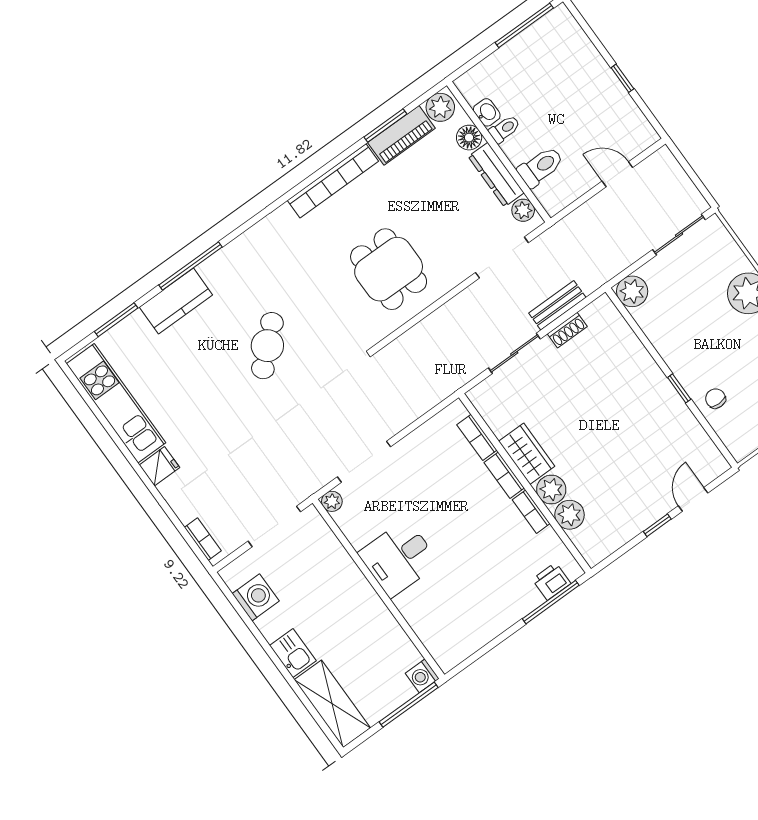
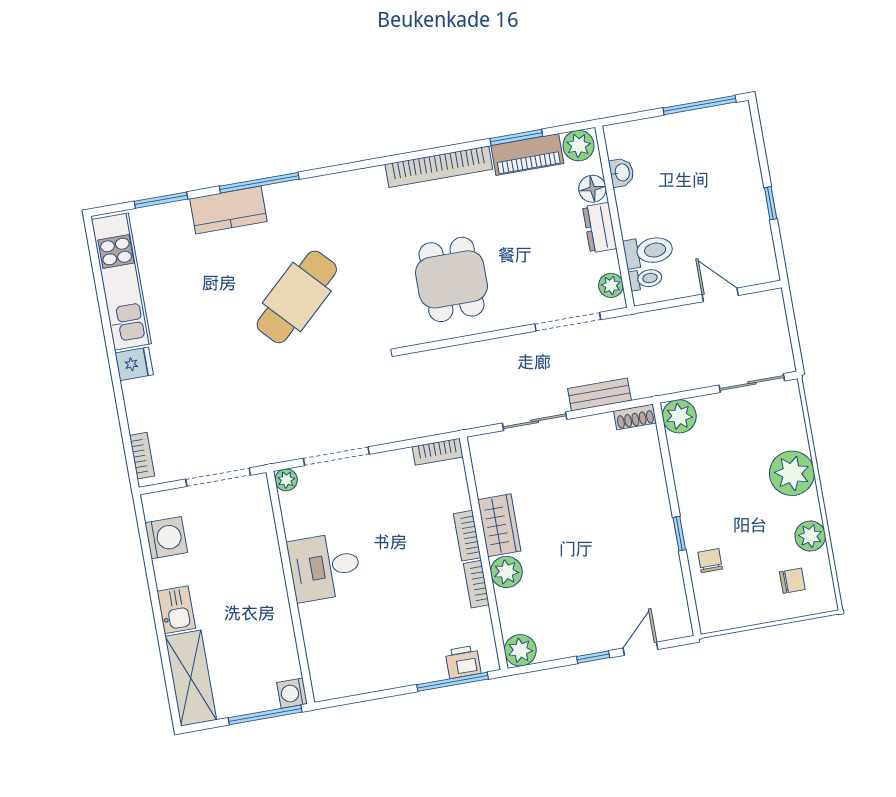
toilet: (505, 129) -> (646, 279), moved
dresser: (496, 175) -> (600, 228), width x0.70
shoe rack: (567, 330) -> (635, 417), moved
cafe table: (267, 346) -> (297, 297), width x1.37, depth x1.35
bookcase: (477, 437) -> (438, 452), moved, turned -90
plant: (570, 515) -> (520, 650), moved

